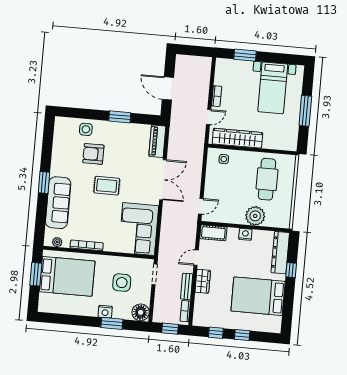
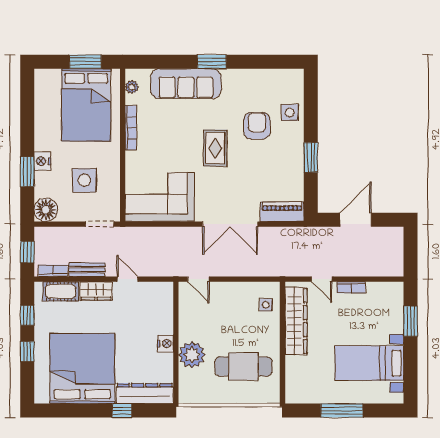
cot: (213, 233) -> (61, 291), moved, turned 90
bed: (258, 296) -> (82, 369), width x1.36

